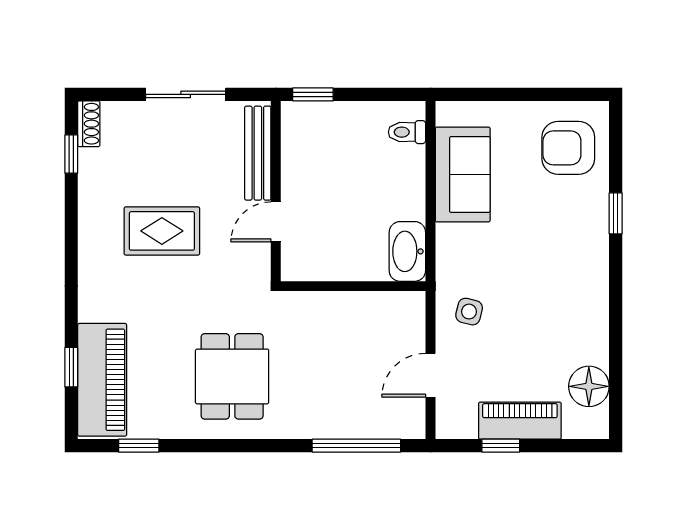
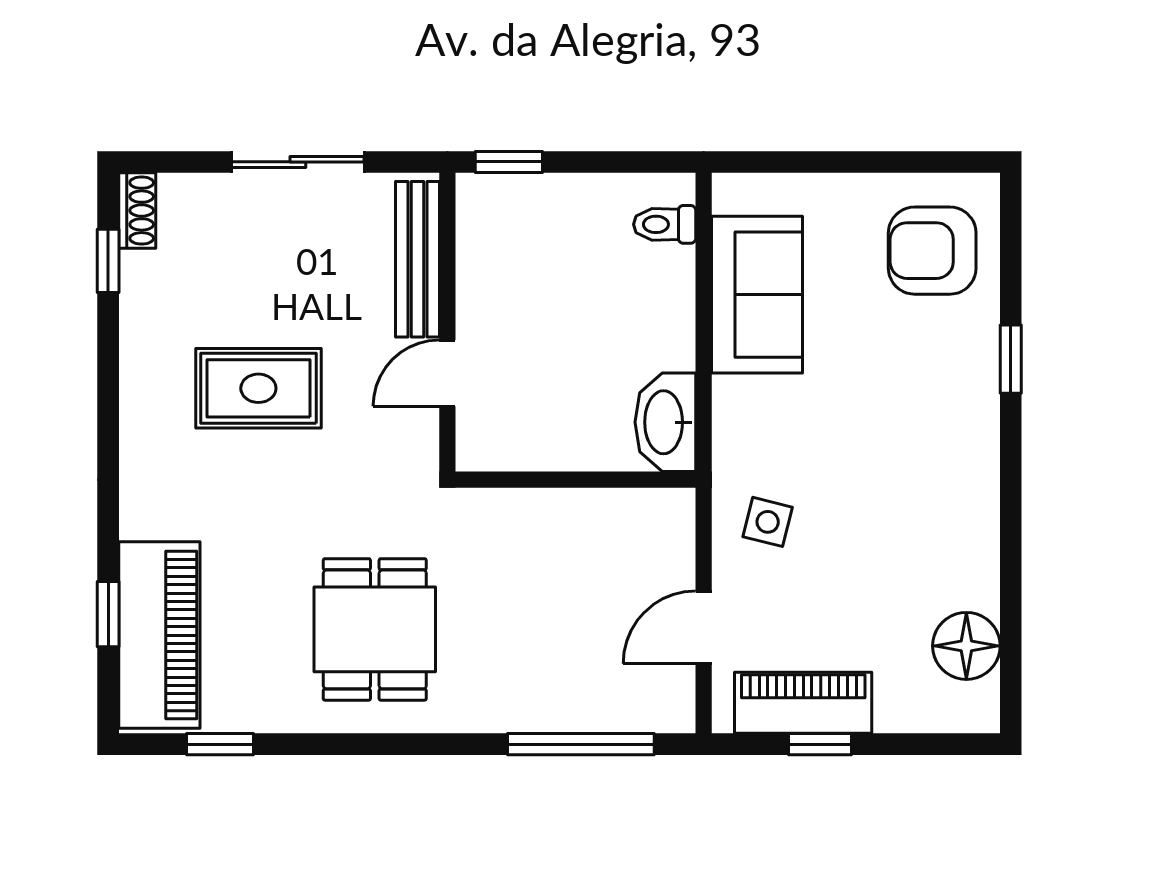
piano: (520, 421) -> (803, 703), moved

